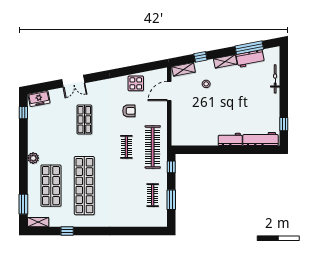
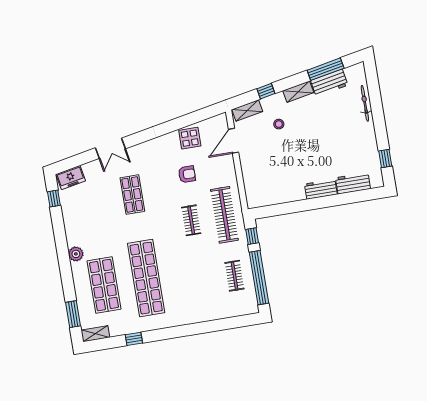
workbench: (261, 139) -> (353, 183), width x0.73
window: (171, 200) -> (259, 278), width x2.11

